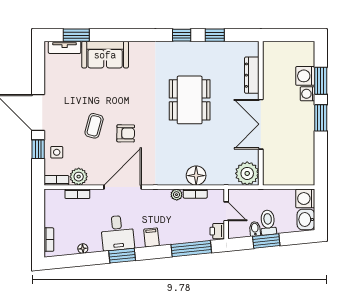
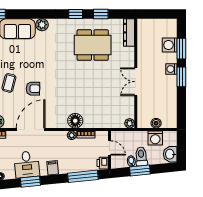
plant: (138, 49) -> (42, 25), added
dresser: (252, 75) -> (129, 32), moved
washing machine: (308, 94) -> (171, 69), moved
dining table: (190, 100) -> (93, 45), moved, turned 90
double door: (261, 124) -> (136, 82), width x0.73
plant: (247, 173) -> (130, 123), width x0.53, depth x0.53
floor lamp: (196, 176) -> (75, 121), moved
boiler: (287, 179) -> (156, 123), added
washing machine: (305, 199) -> (155, 138), moved, turned -90

